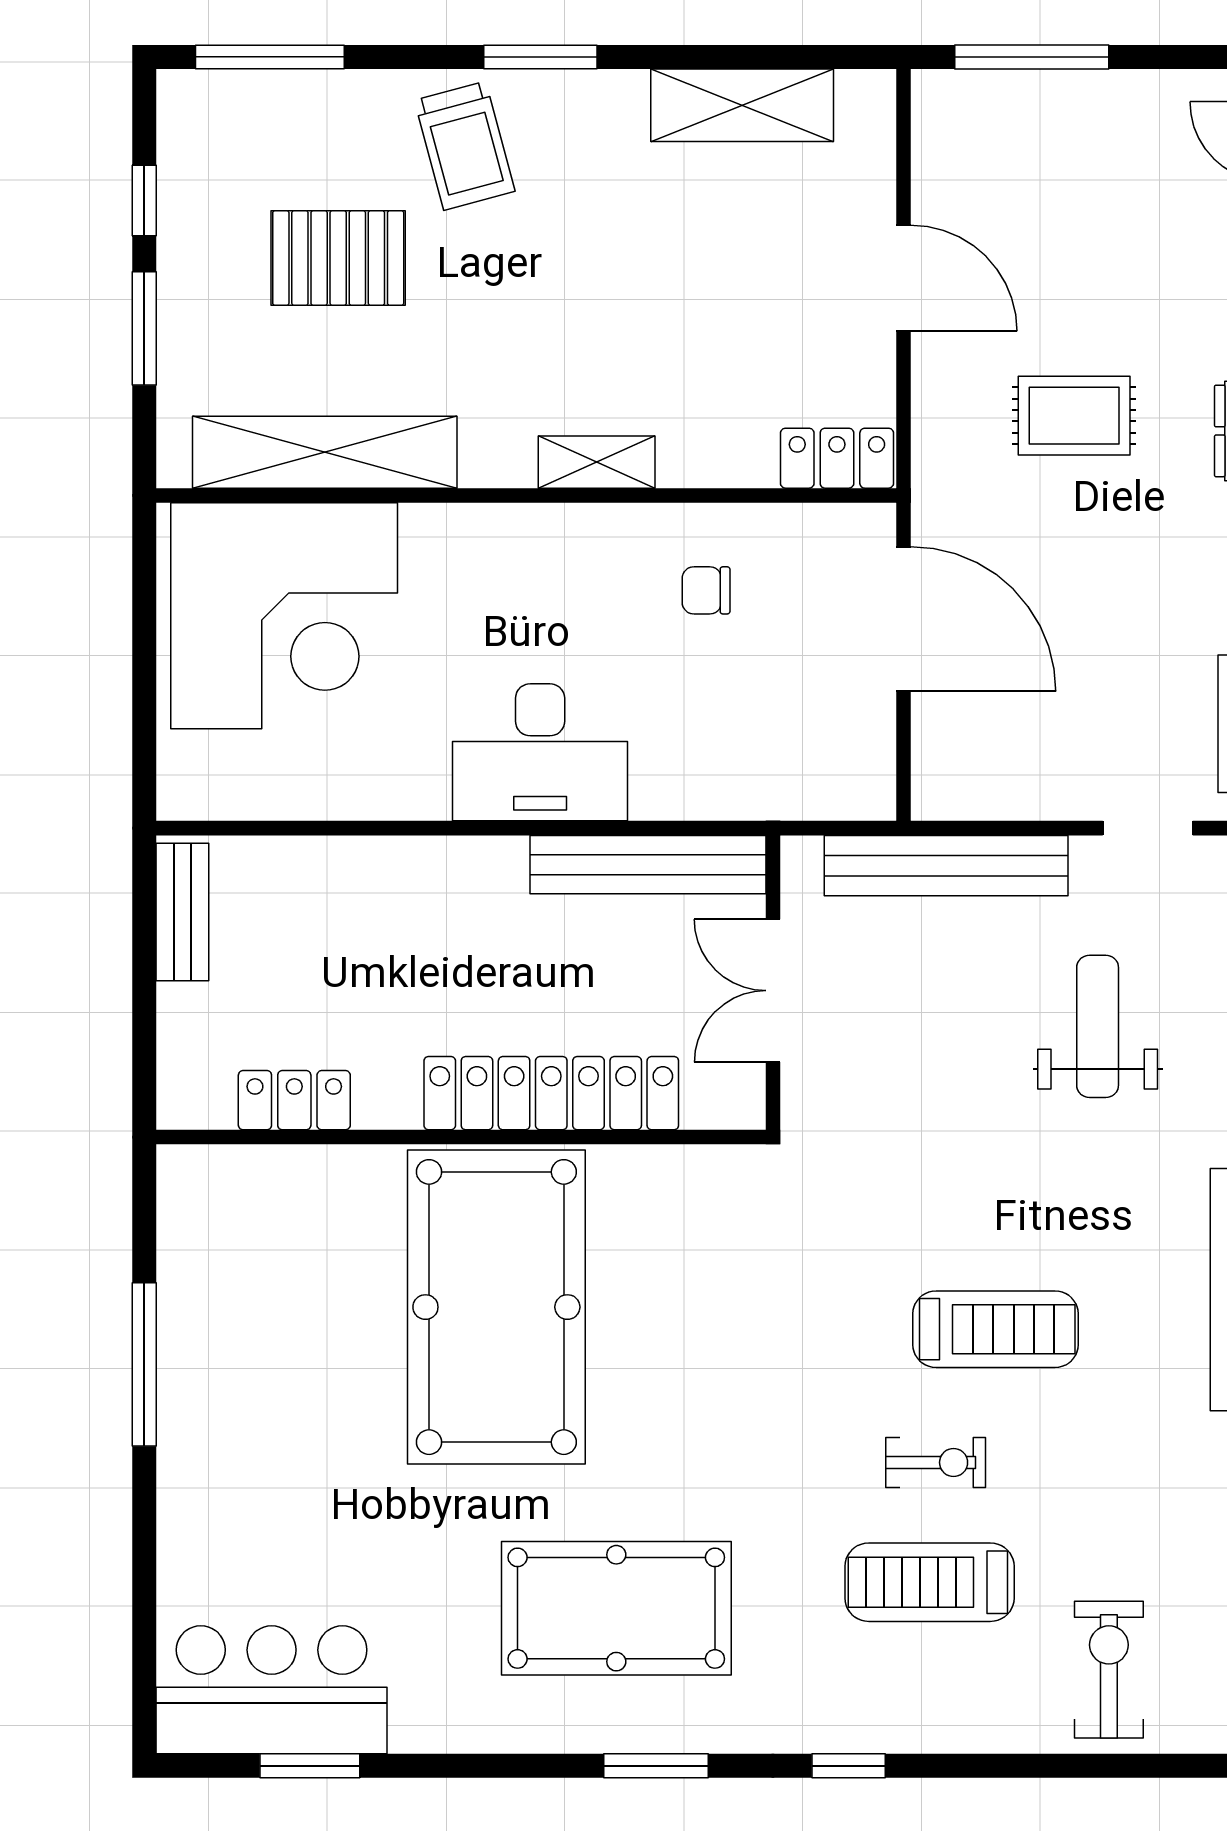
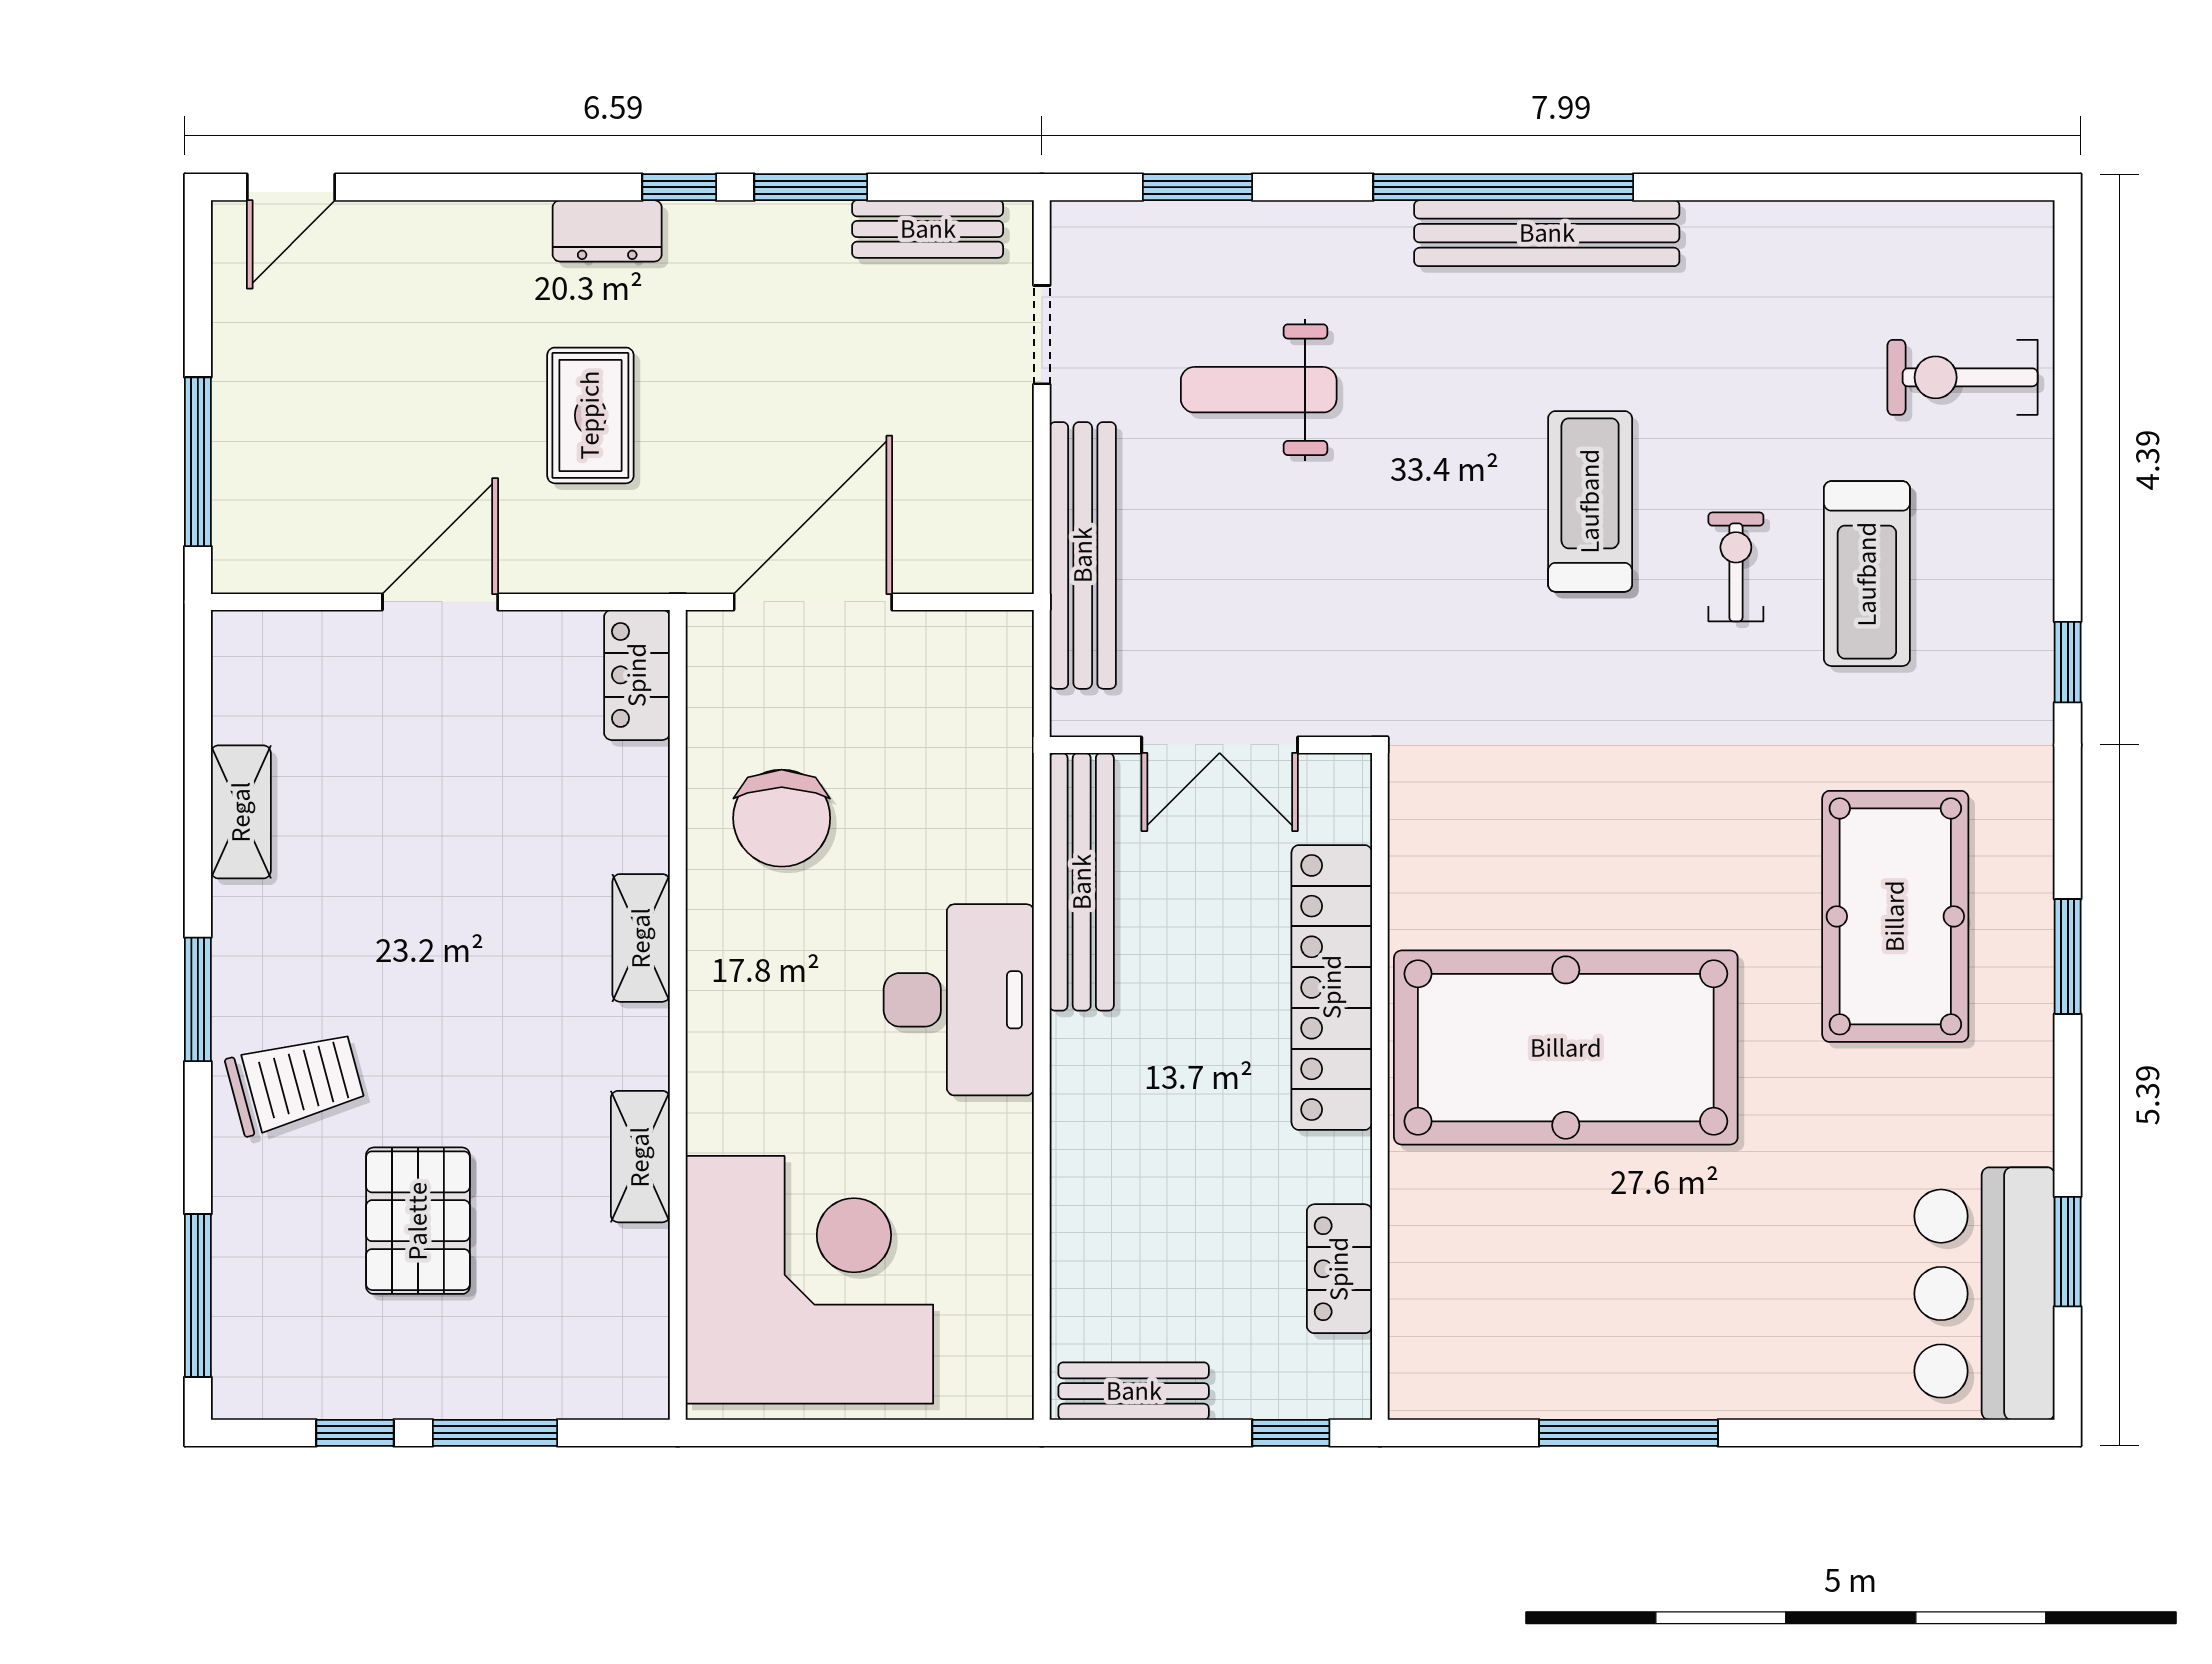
shelving: (742, 105) -> (241, 812), width x0.67, depth x0.75
shelving: (325, 452) -> (640, 1157), width x0.45, depth x0.75
chair: (706, 590) -> (782, 818), width x1.87, depth x1.87
window: (144, 1056) -> (1291, 1433), added
window: (656, 1766) -> (2068, 957), moved

